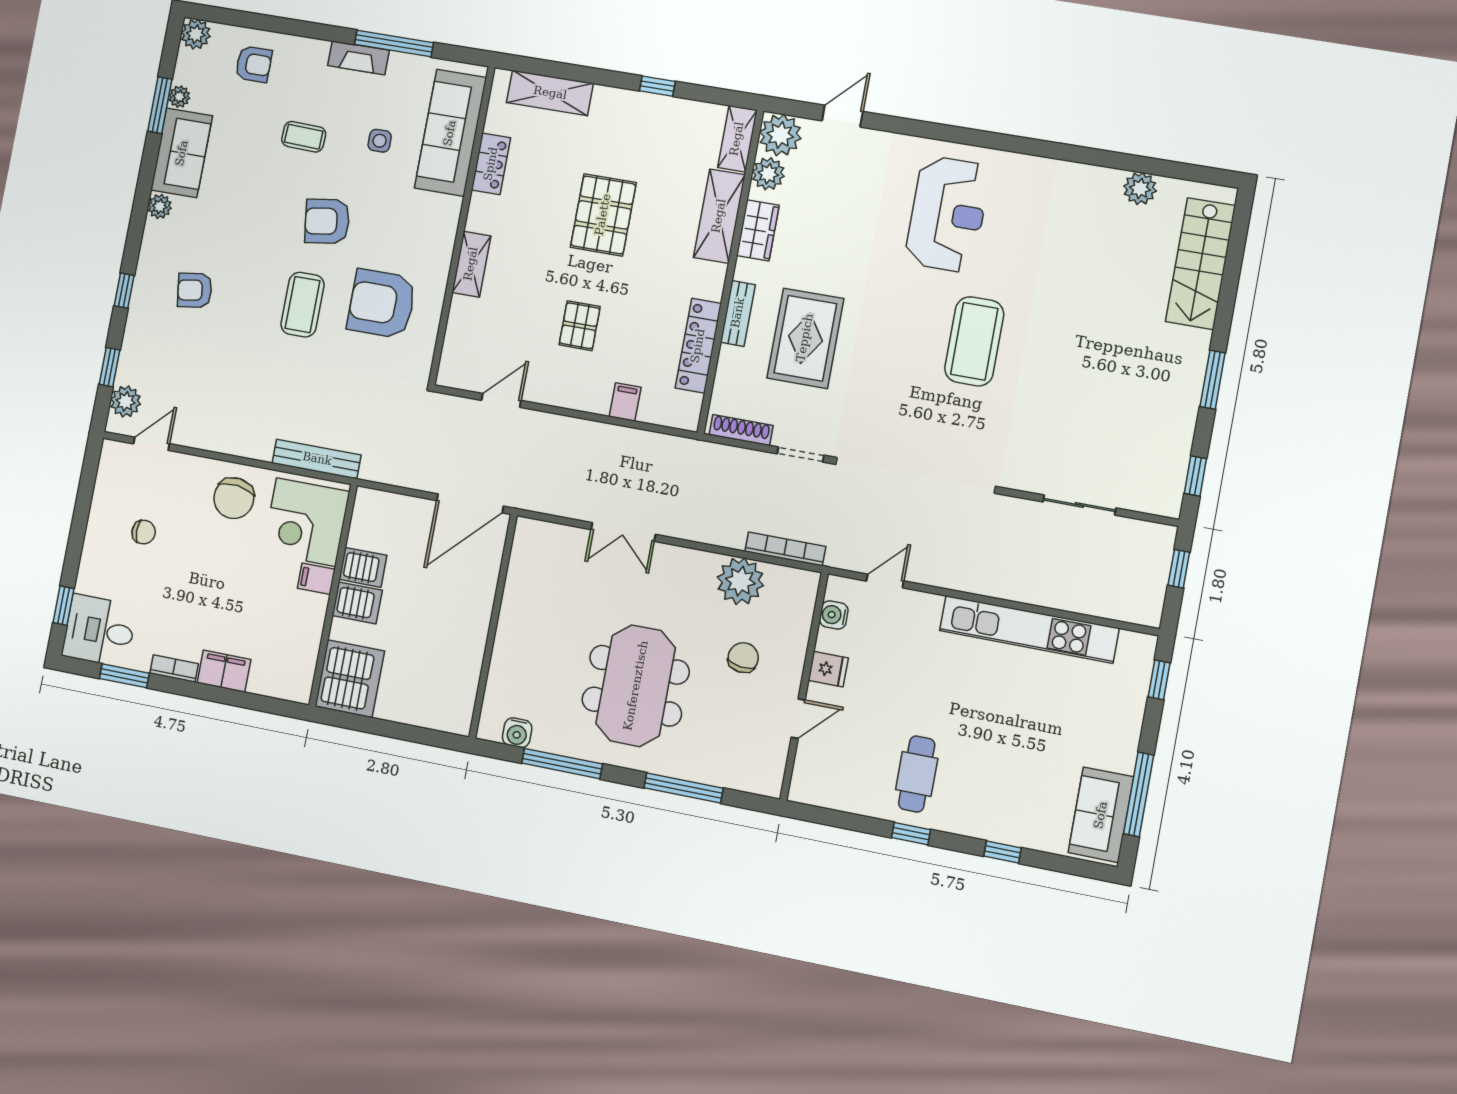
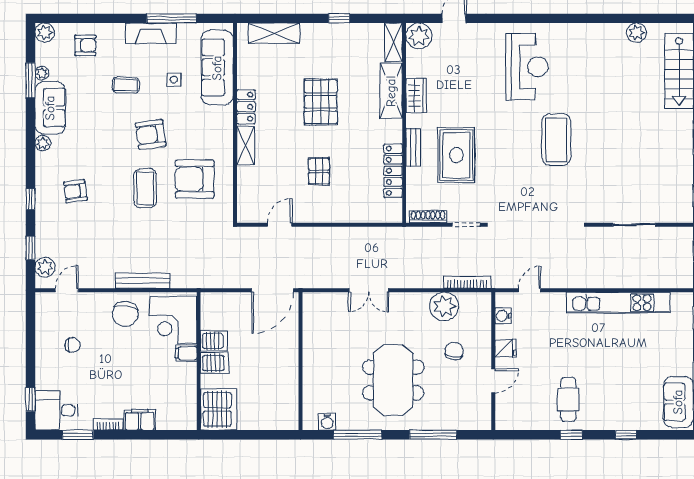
fireplace: (358, 58) -> (151, 33), width x1.37, depth x1.32
locker: (491, 164) -> (246, 107), moved
plant: (768, 174) -> (416, 60), removed
filing cabinet: (625, 402) -> (355, 212), removed
bench: (317, 459) -> (142, 281), moved

